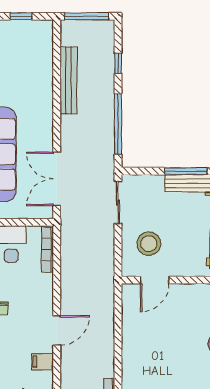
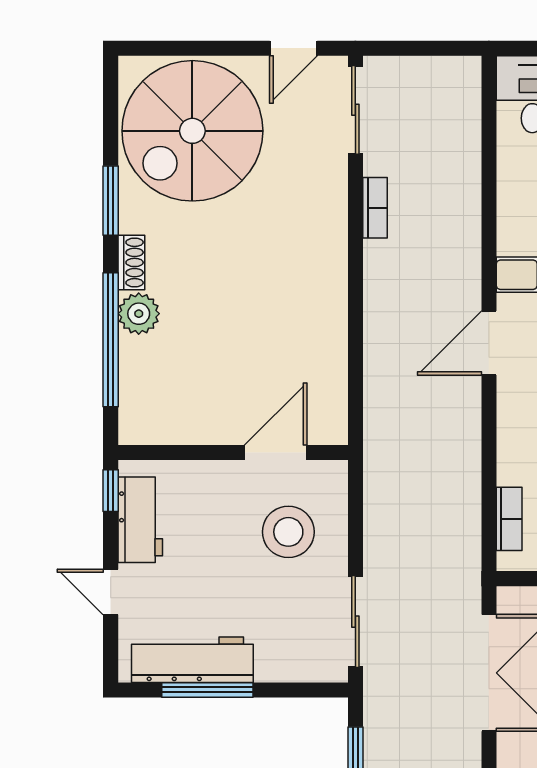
bookcase: (48, 250) -> (509, 519), width x0.64

